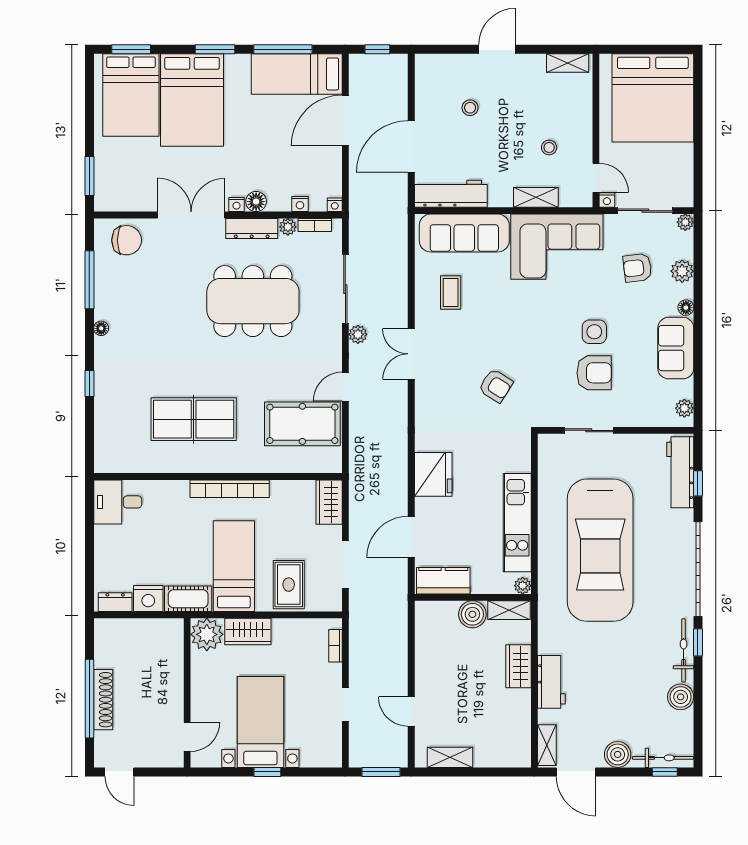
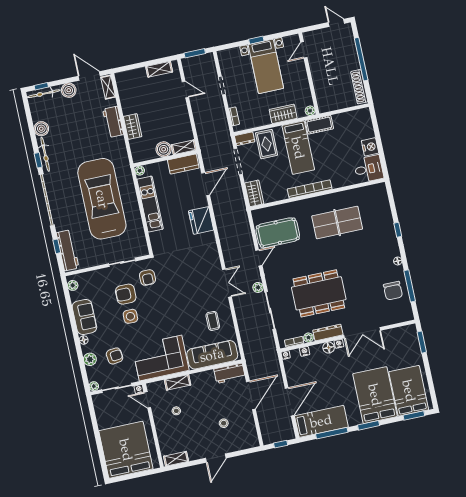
workbench: (451, 194) -> (229, 373), width x0.73
chair: (127, 240) -> (393, 291), moved, turned -90
armchair: (496, 386) -> (147, 278), moved, turned -122
nightstand: (148, 599) -> (370, 147), moved, turned 90
dresser: (115, 602) -> (245, 139), moved
shelving: (509, 610) -> (184, 147), moved
plant: (207, 634) -> (310, 111), width x0.53, depth x0.53
shoe rack: (103, 700) -> (359, 87), moved

